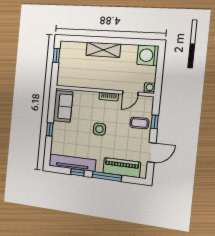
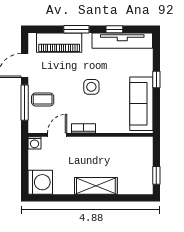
sofa: (63, 106) -> (141, 104), width x1.36
window: (155, 122) -> (25, 103), width x2.17
window: (107, 176) -> (76, 29), width x0.69

